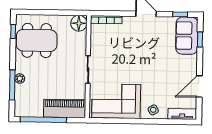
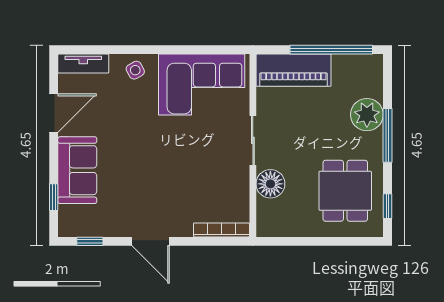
floor lamp: (79, 23) -> (270, 184), moved
sofa: (187, 36) -> (77, 170), moved
dining table: (37, 40) -> (345, 191), width x0.73
plant: (20, 79) -> (367, 115), width x1.88, depth x1.88
window: (12, 85) -> (388, 135), moved

